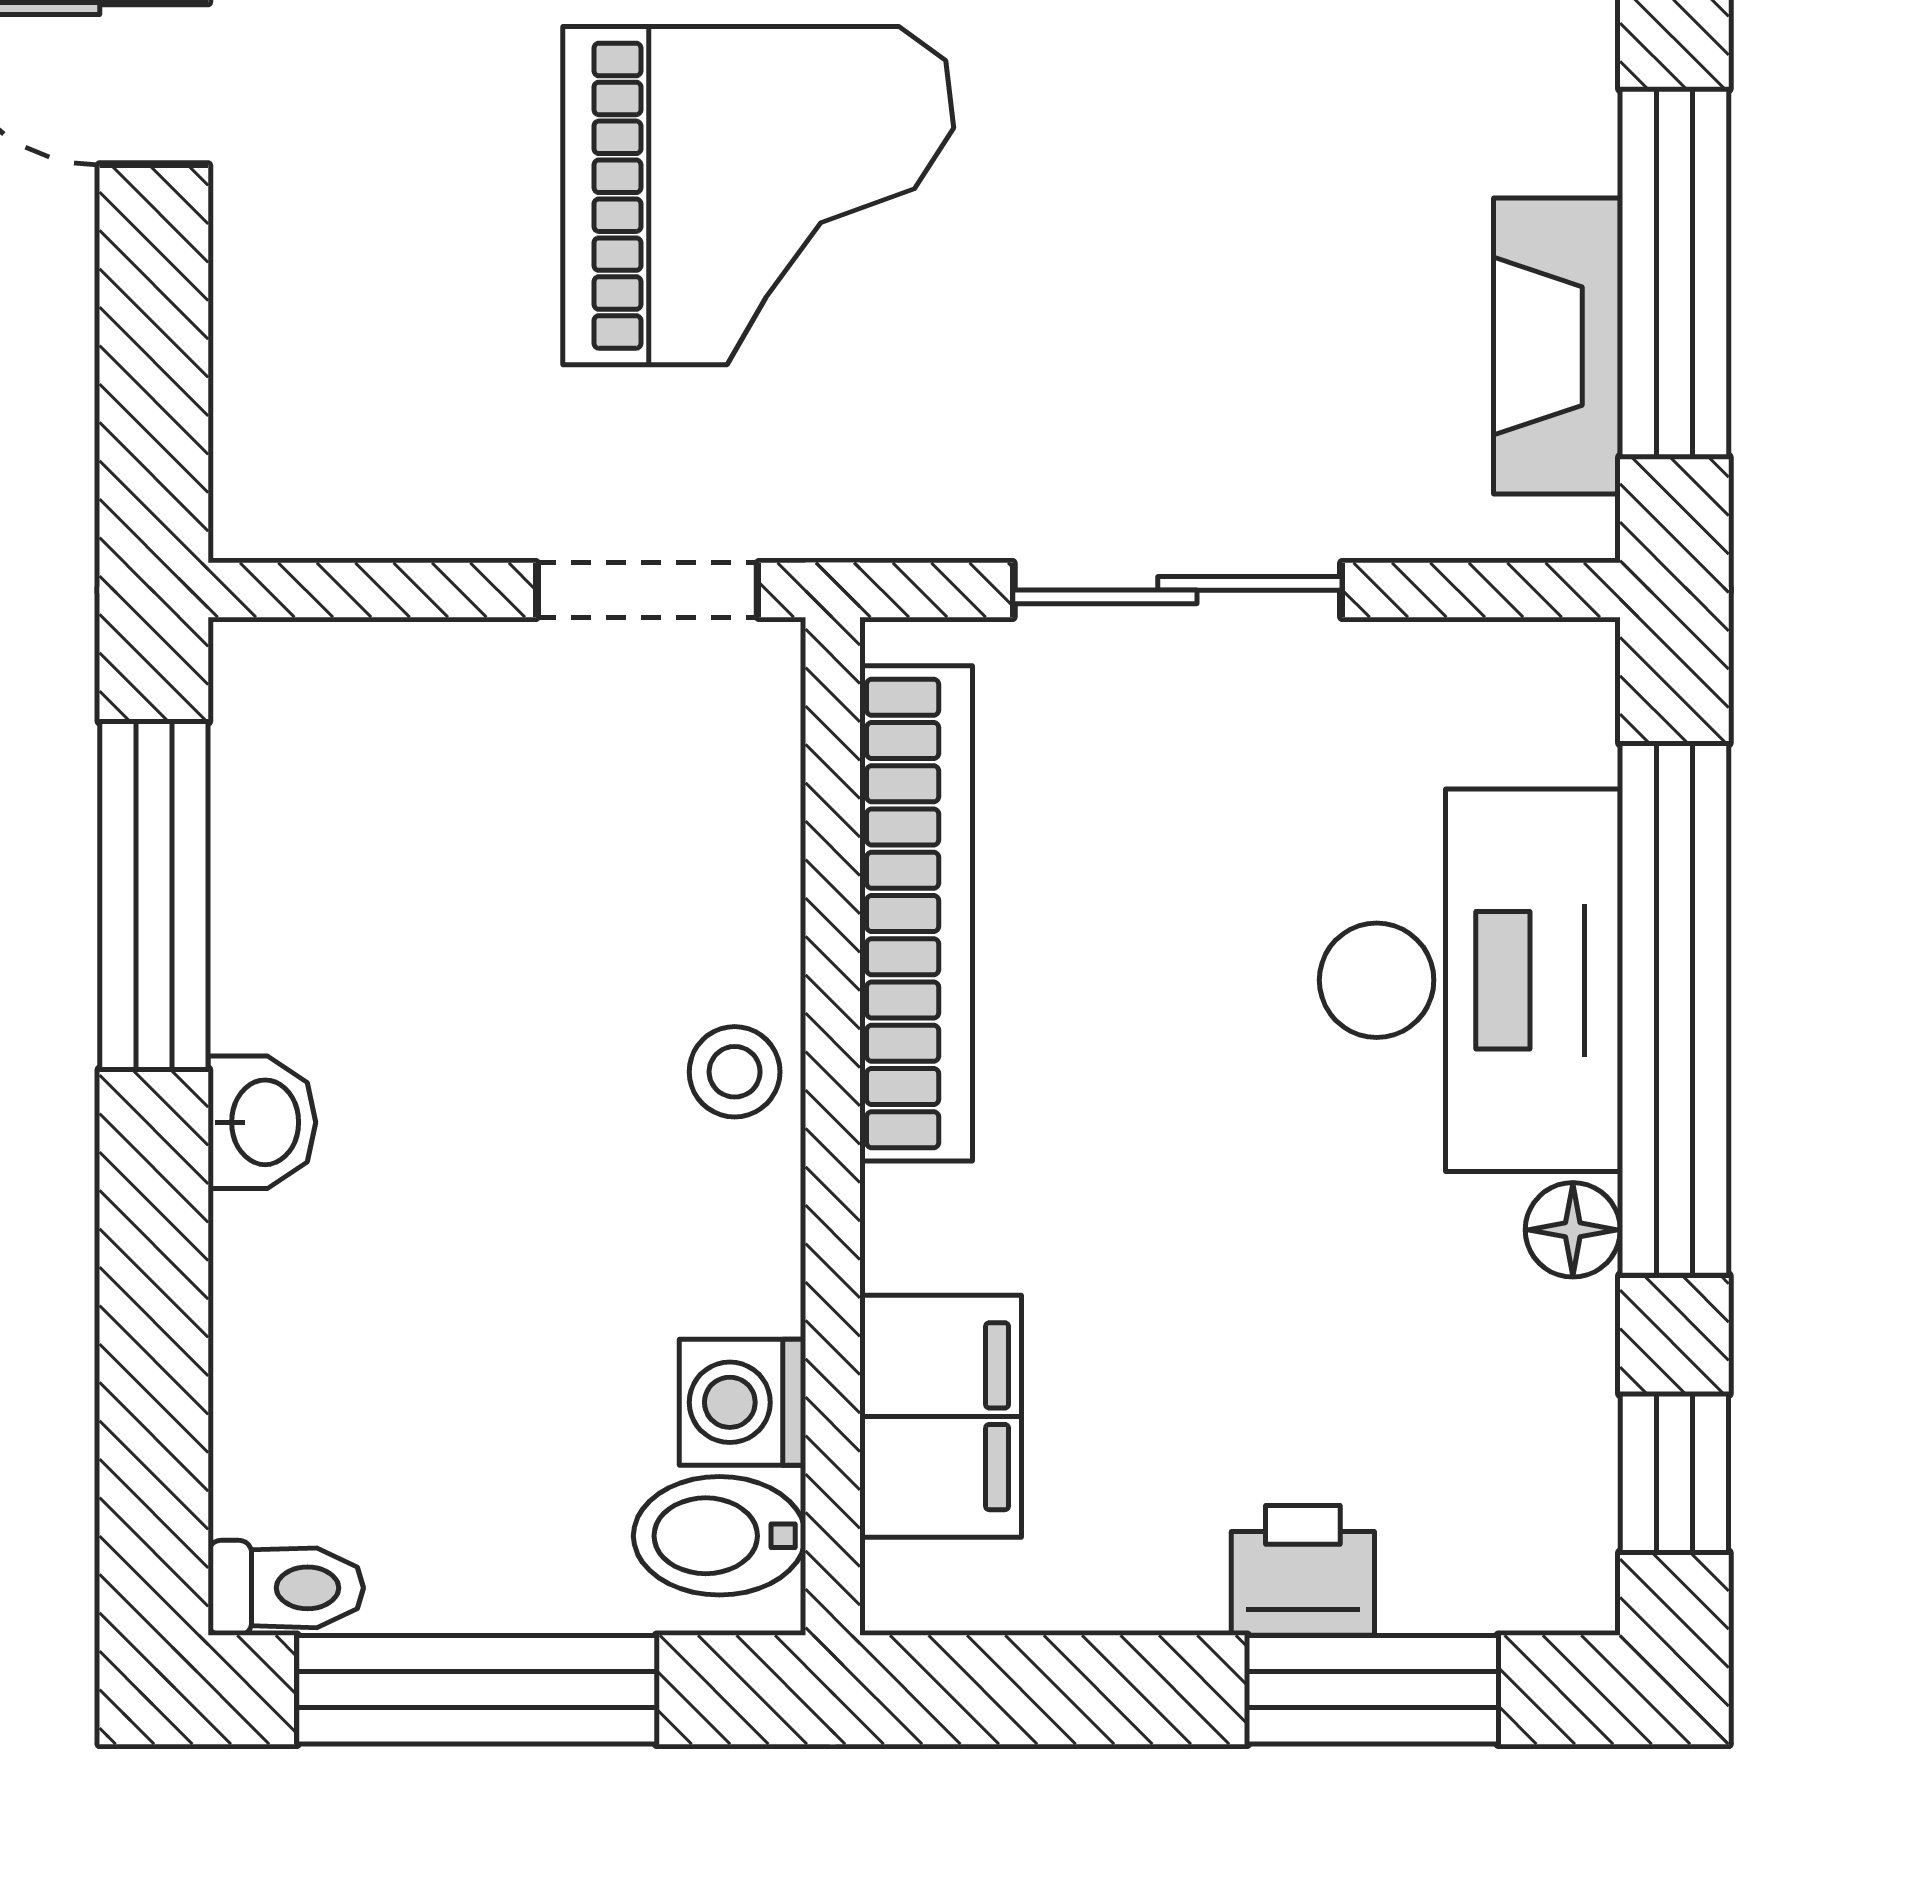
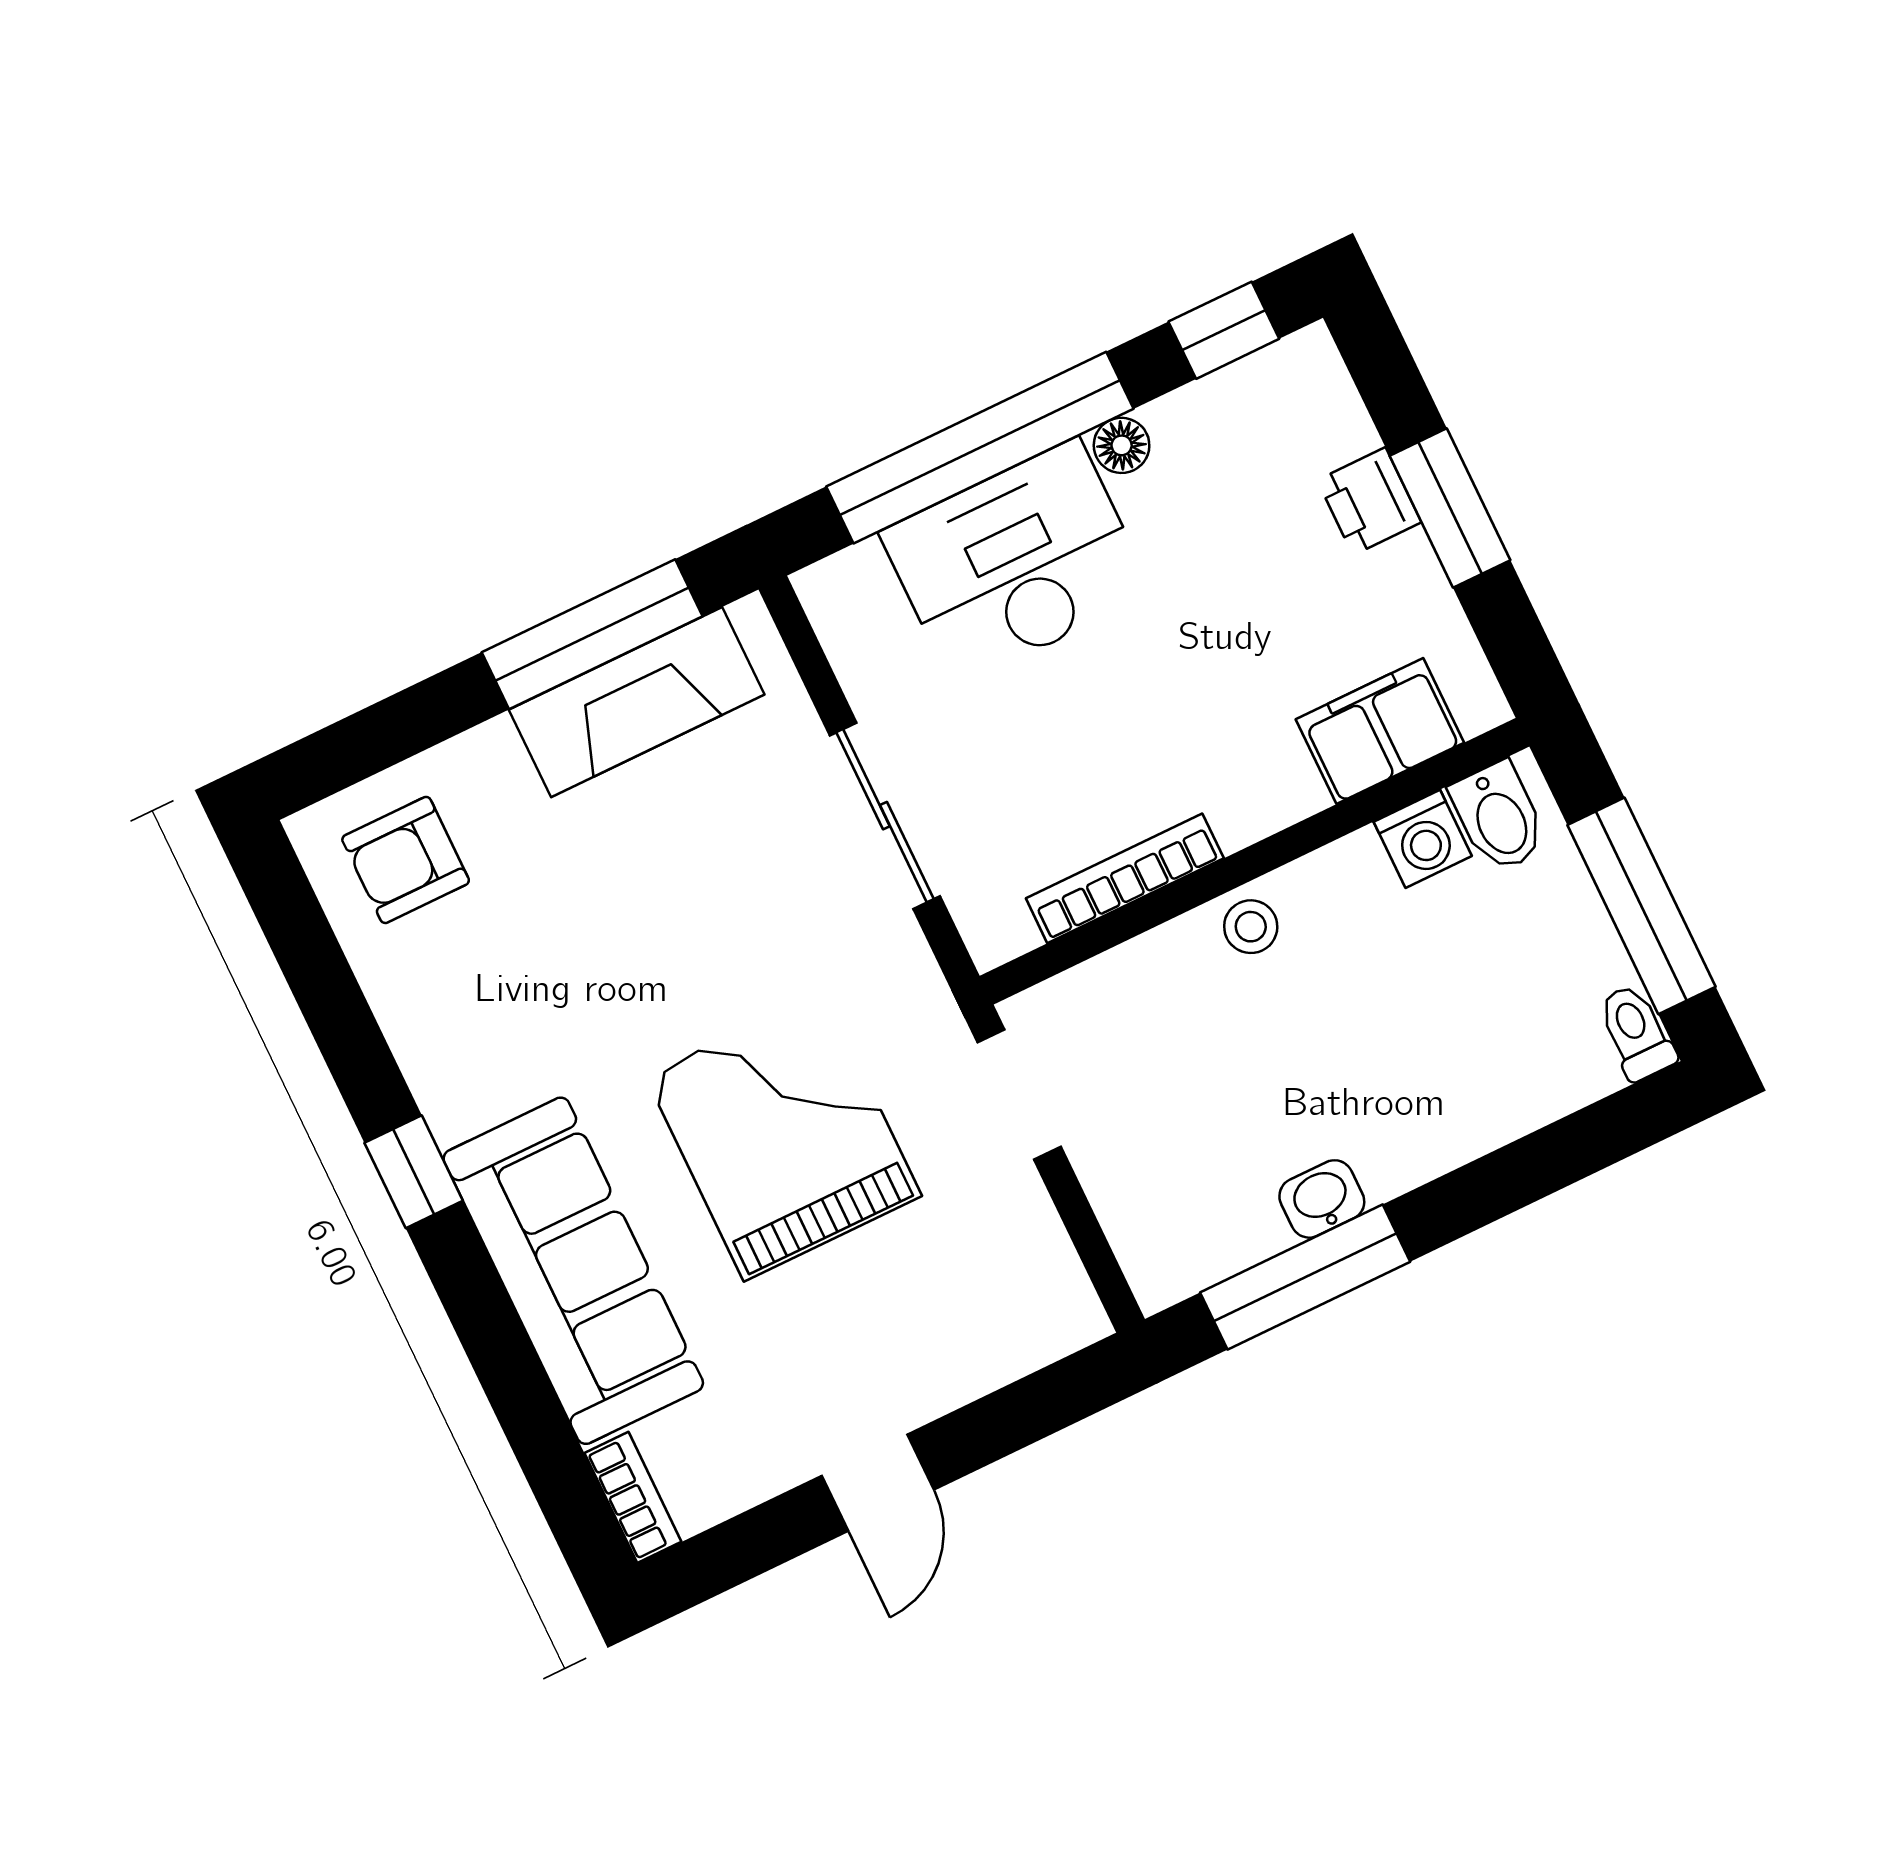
fireplace: (1557, 346) -> (637, 702), width x1.37, depth x1.32
bookcase: (916, 913) -> (1125, 878), width x0.68, depth x0.76
washbasin: (262, 1122) -> (1322, 1199), moved
window: (1373, 1690) -> (1450, 508), moved

